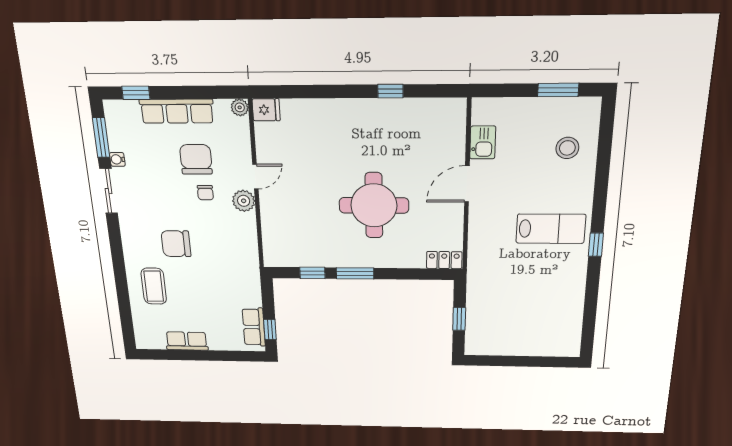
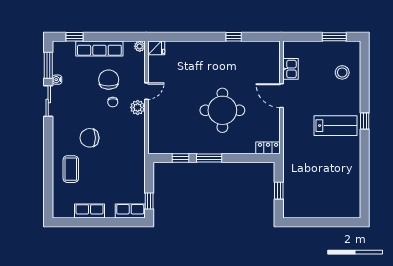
door: (467, 184) -> (281, 96), hinge flipped
window: (596, 245) -> (365, 121), moved
row of seats: (254, 327) -> (130, 211), moved, turned 90

